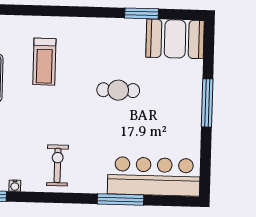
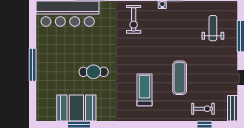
booth: (175, 39) -> (76, 108), moved

